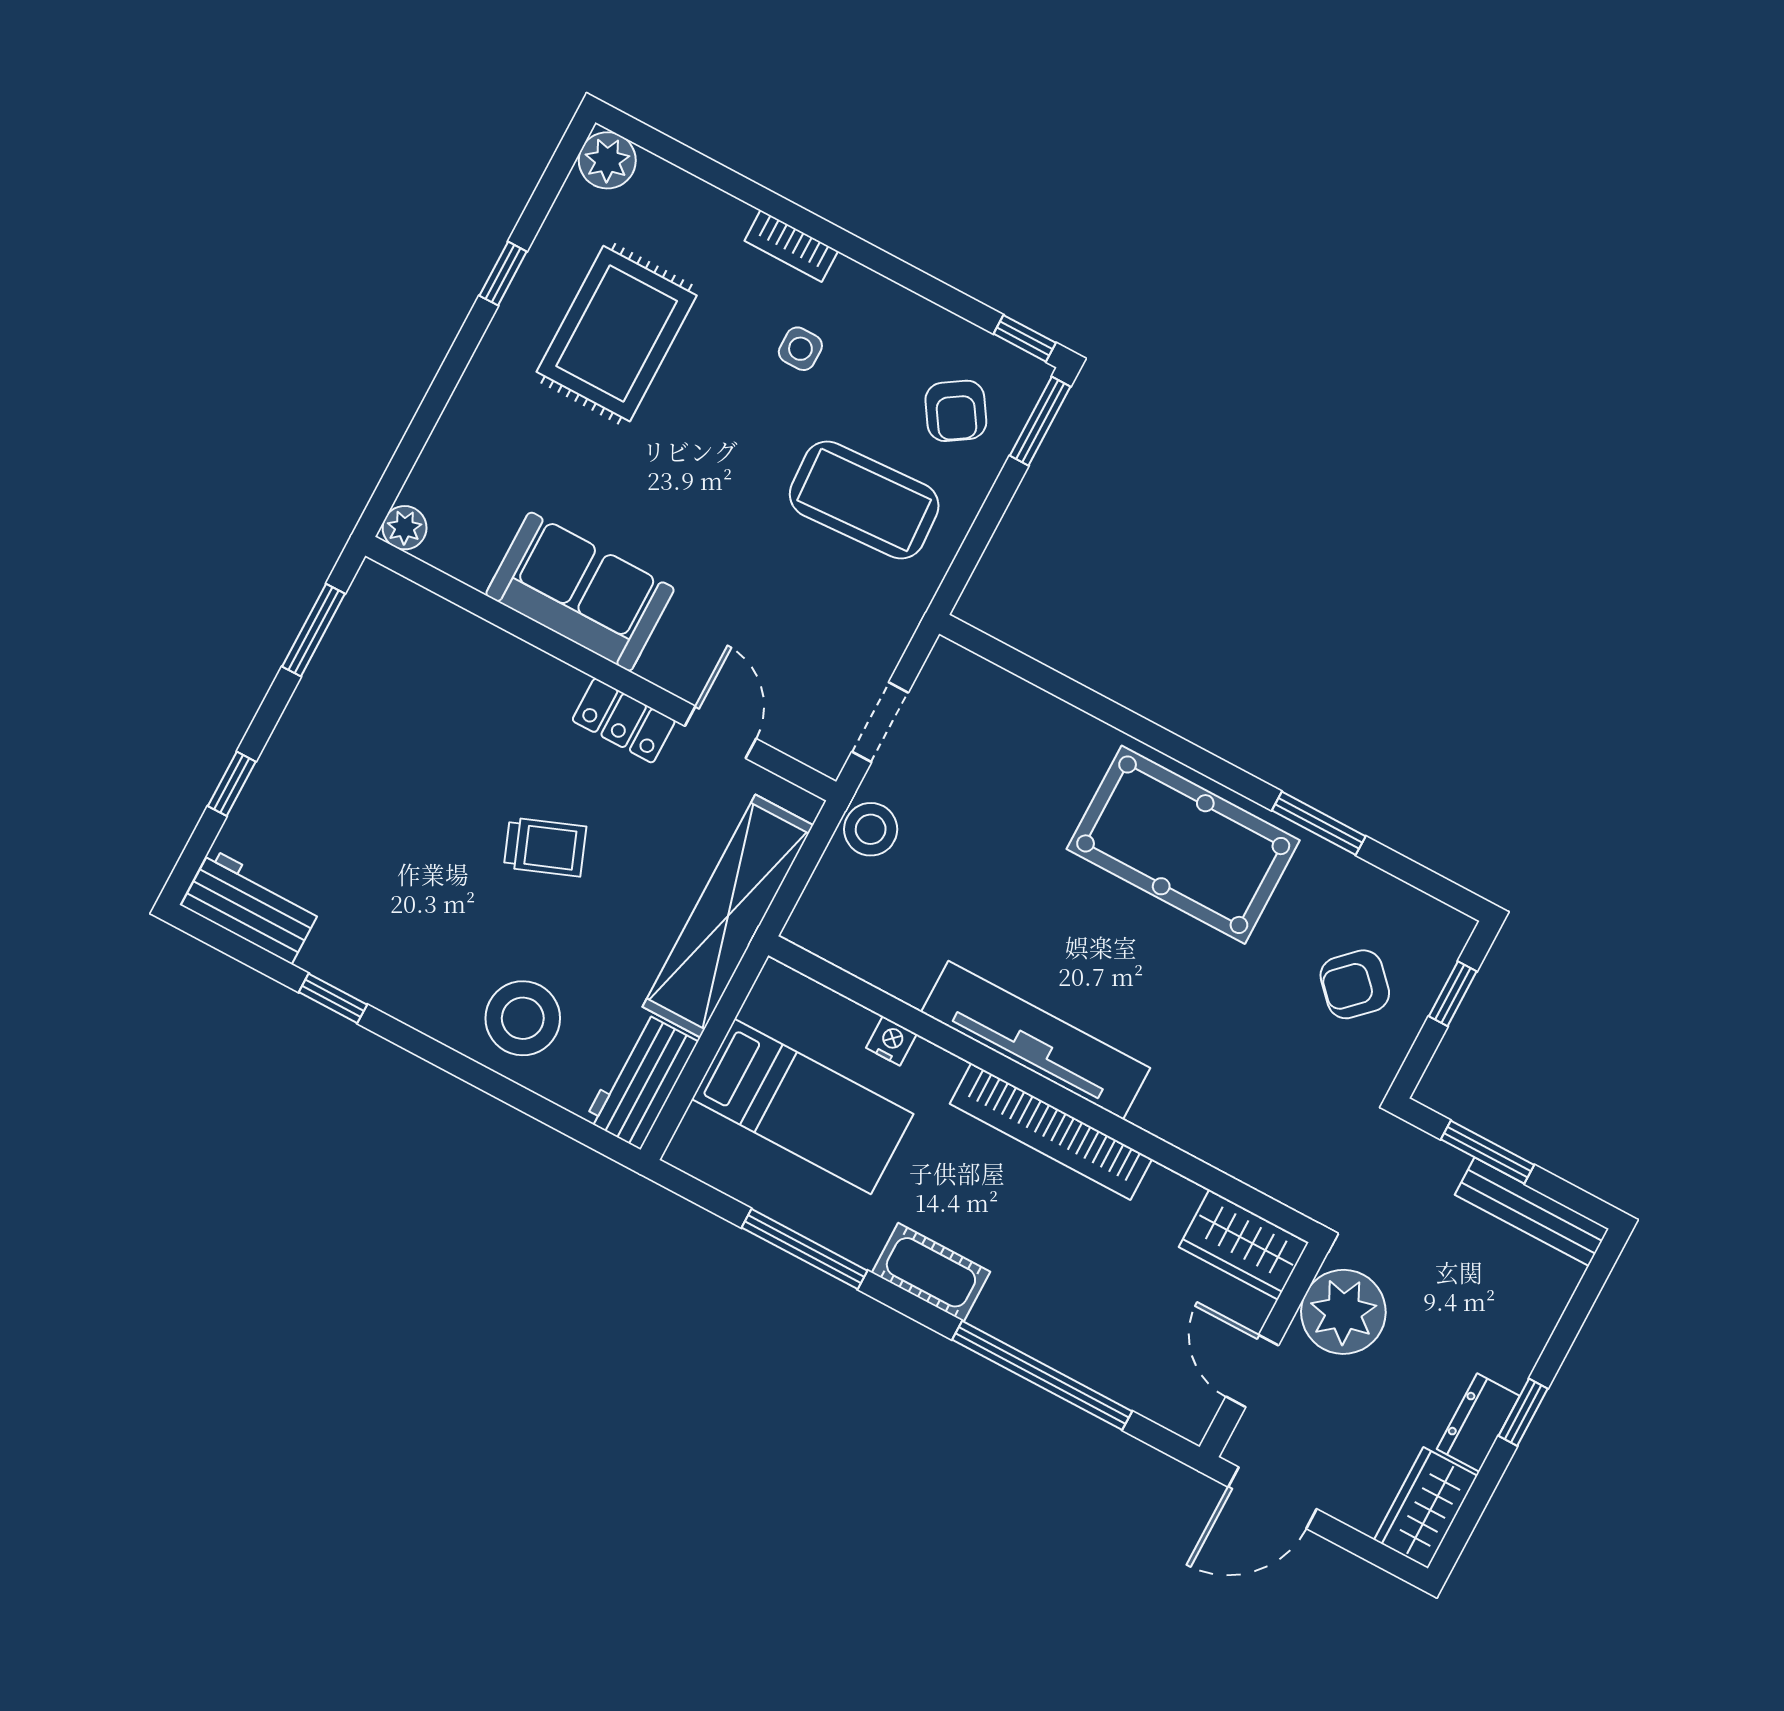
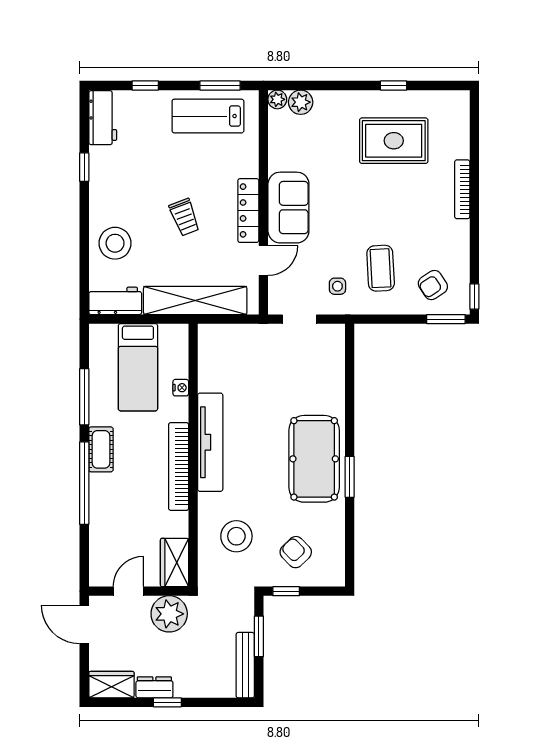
plant: (607, 160) -> (301, 102), moved
bookcase: (791, 246) -> (462, 189), width x1.56
side table: (800, 349) -> (337, 286), moved
coffee table: (864, 500) -> (381, 268), width x0.73, depth x0.76
sofa: (580, 592) -> (288, 208), moved
lab bench: (363, 688) -> (208, 116), added
locker: (624, 721) -> (248, 210), width x1.53
window: (1319, 823) -> (350, 477), moved
stool: (871, 829) -> (236, 536), moved, width x1.38, depth x1.38
window: (1453, 994) -> (286, 591), moved
window: (1042, 1375) -> (84, 483), moved

